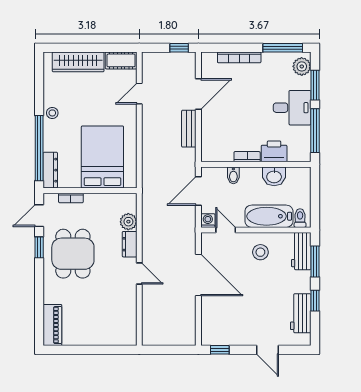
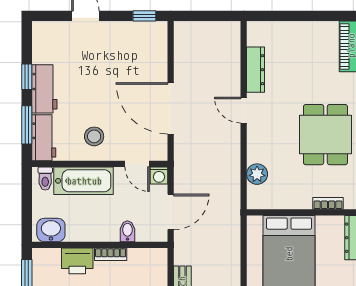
washbasin: (274, 176) -> (51, 230), moved
dresser: (130, 244) -> (256, 70), moved, width x1.44
workbench: (301, 313) -> (44, 89), moved

